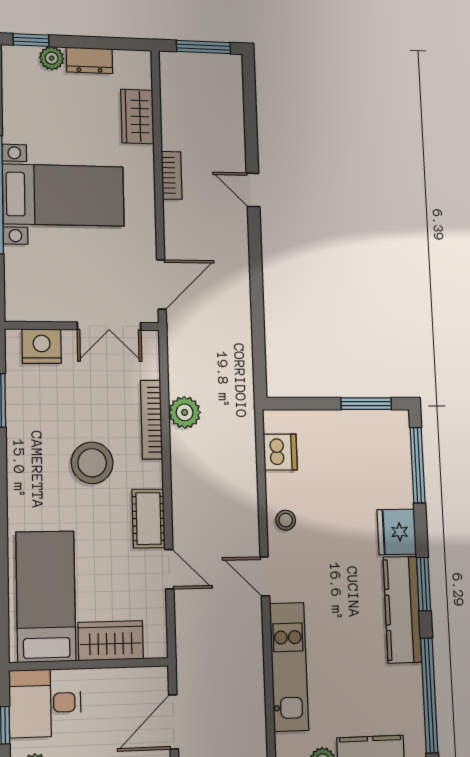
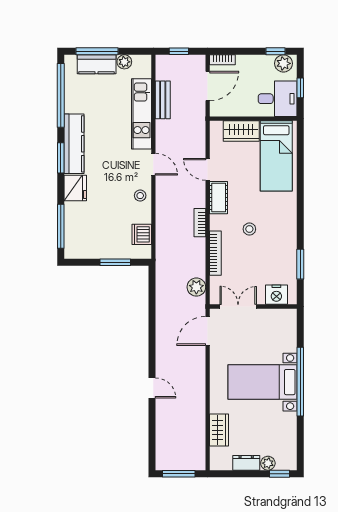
bookcase: (172, 175) -> (200, 223), moved
window: (366, 404) -> (115, 262), moved
plant: (185, 412) -> (196, 287), moved
stool: (92, 463) -> (249, 229), width x0.53, depth x0.53
bench: (253, 694) -> (163, 100), added

